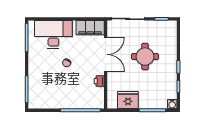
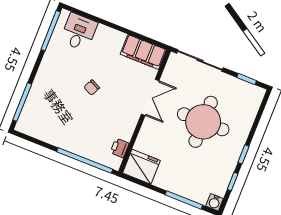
desk: (53, 34) -> (79, 32), width x0.53, depth x0.77
double door: (106, 54) -> (150, 97), width x0.73
round table: (145, 57) -> (203, 122), width x1.36, depth x1.36
printer: (99, 81) -> (120, 148), moved
fridge: (128, 100) -> (141, 167), moved

